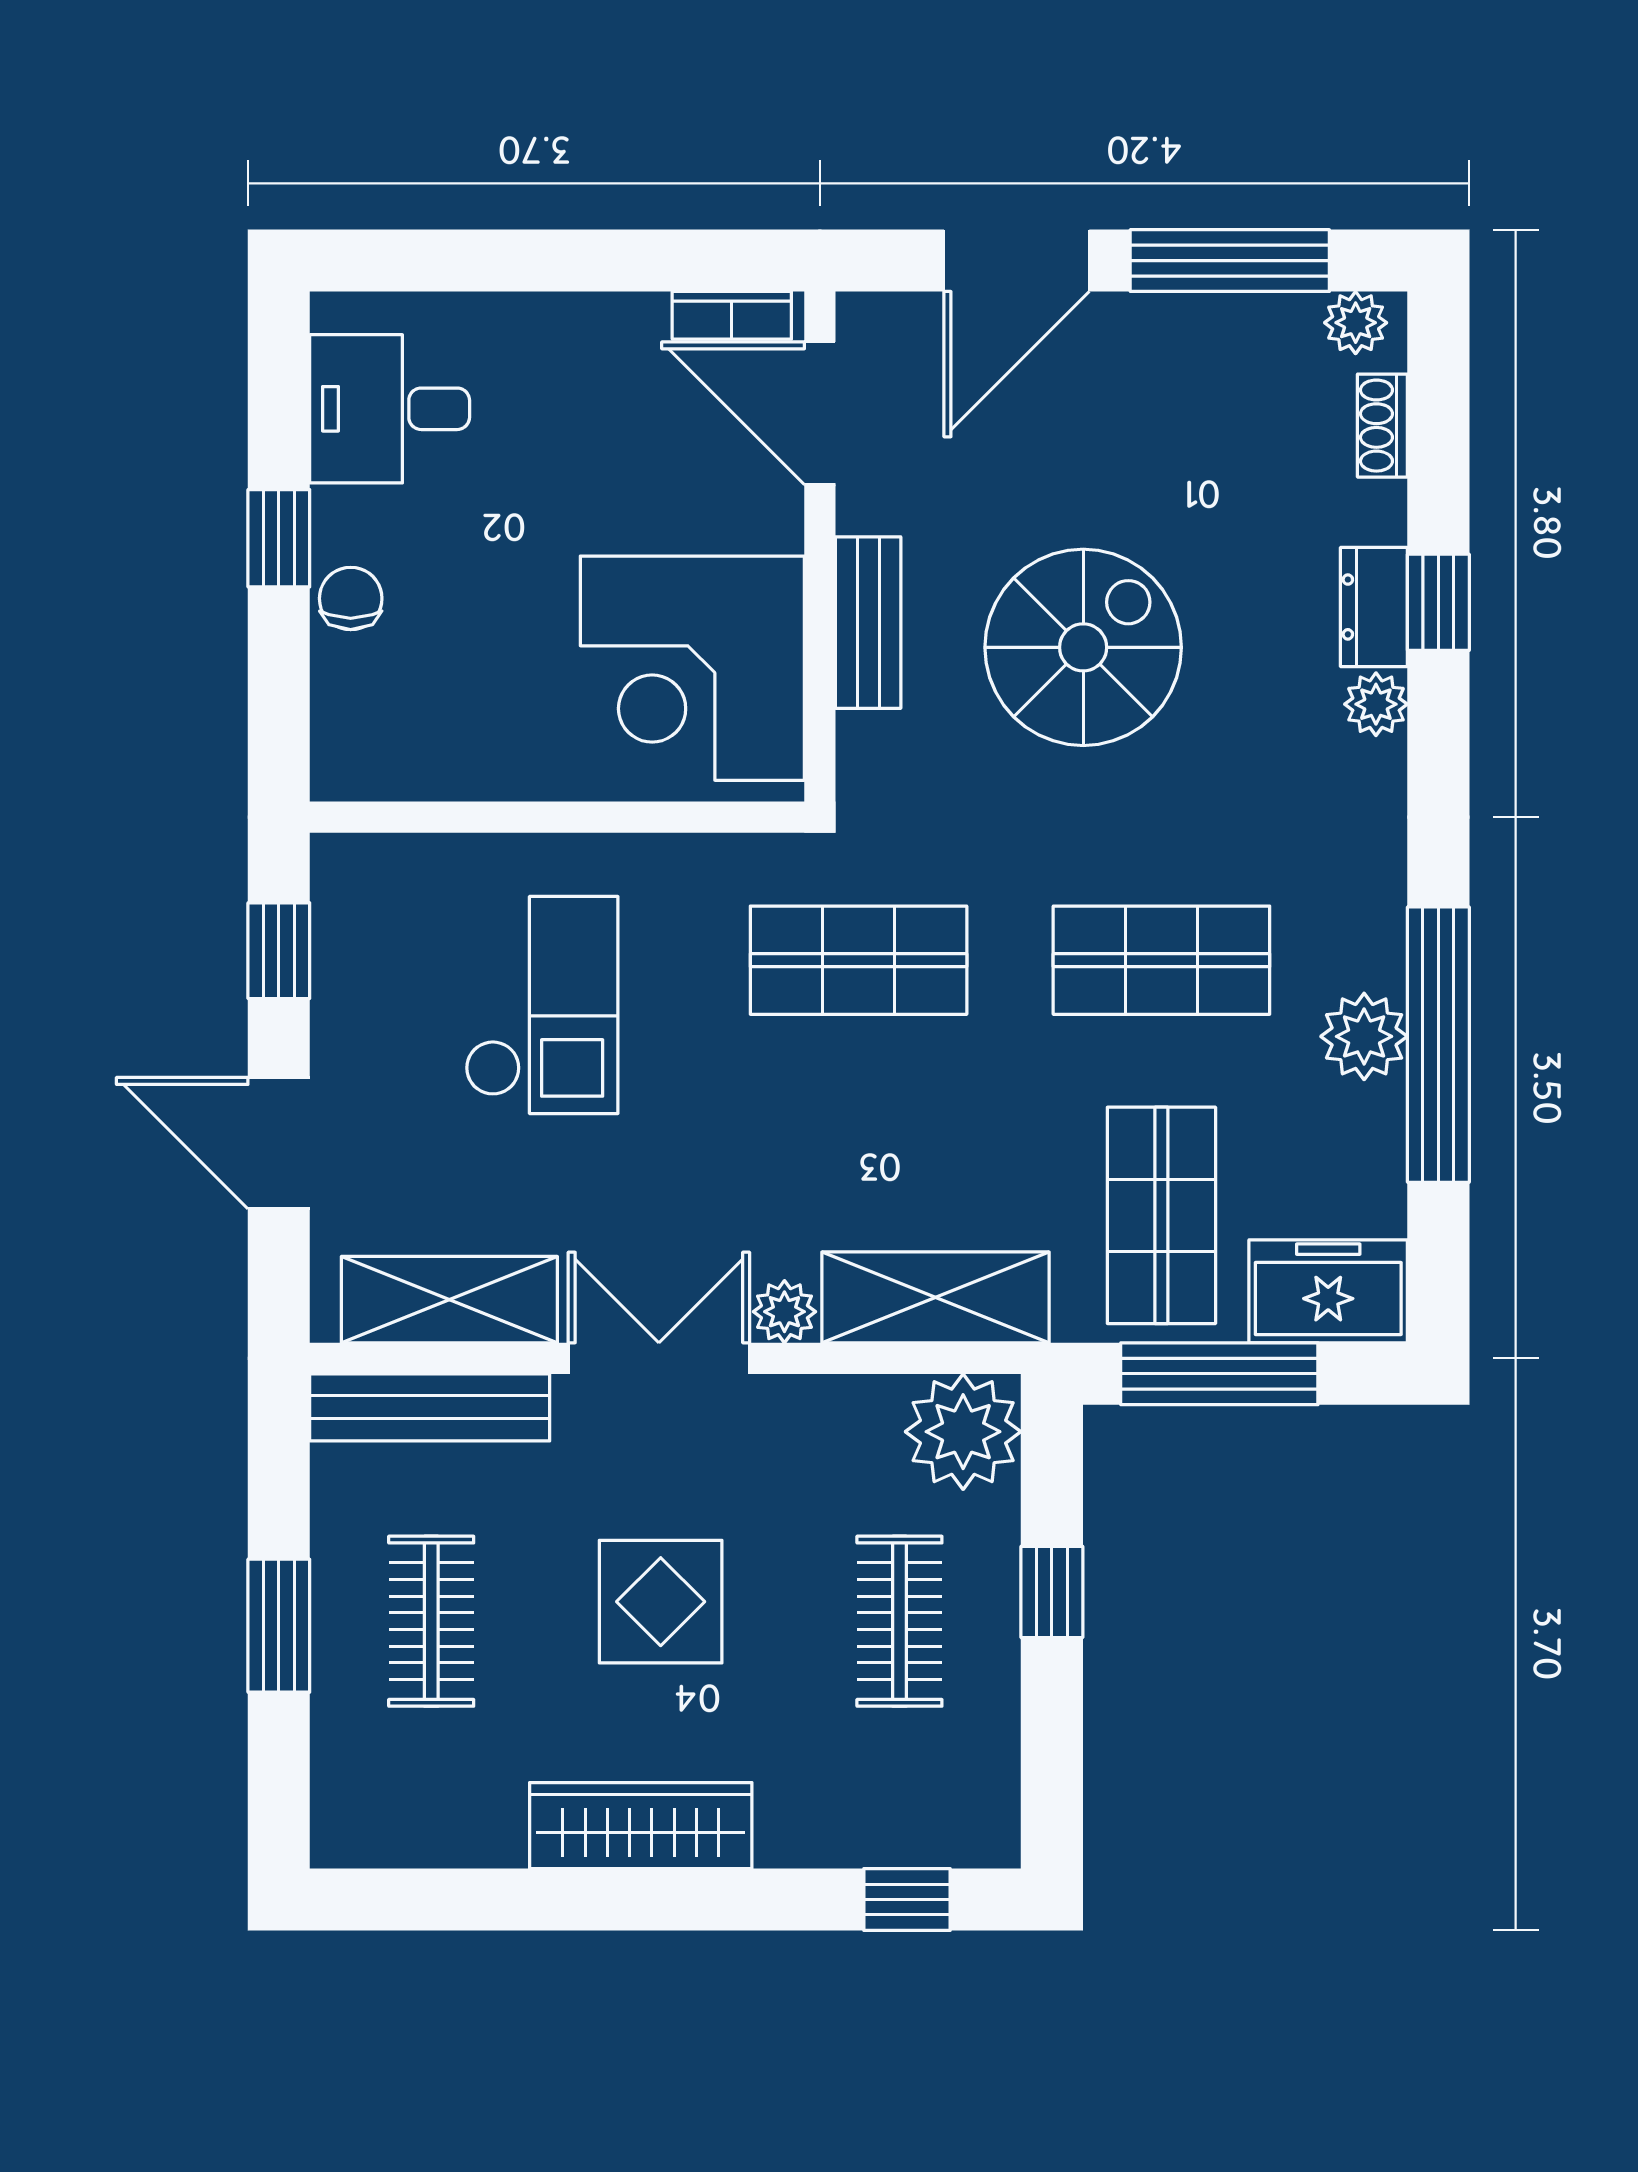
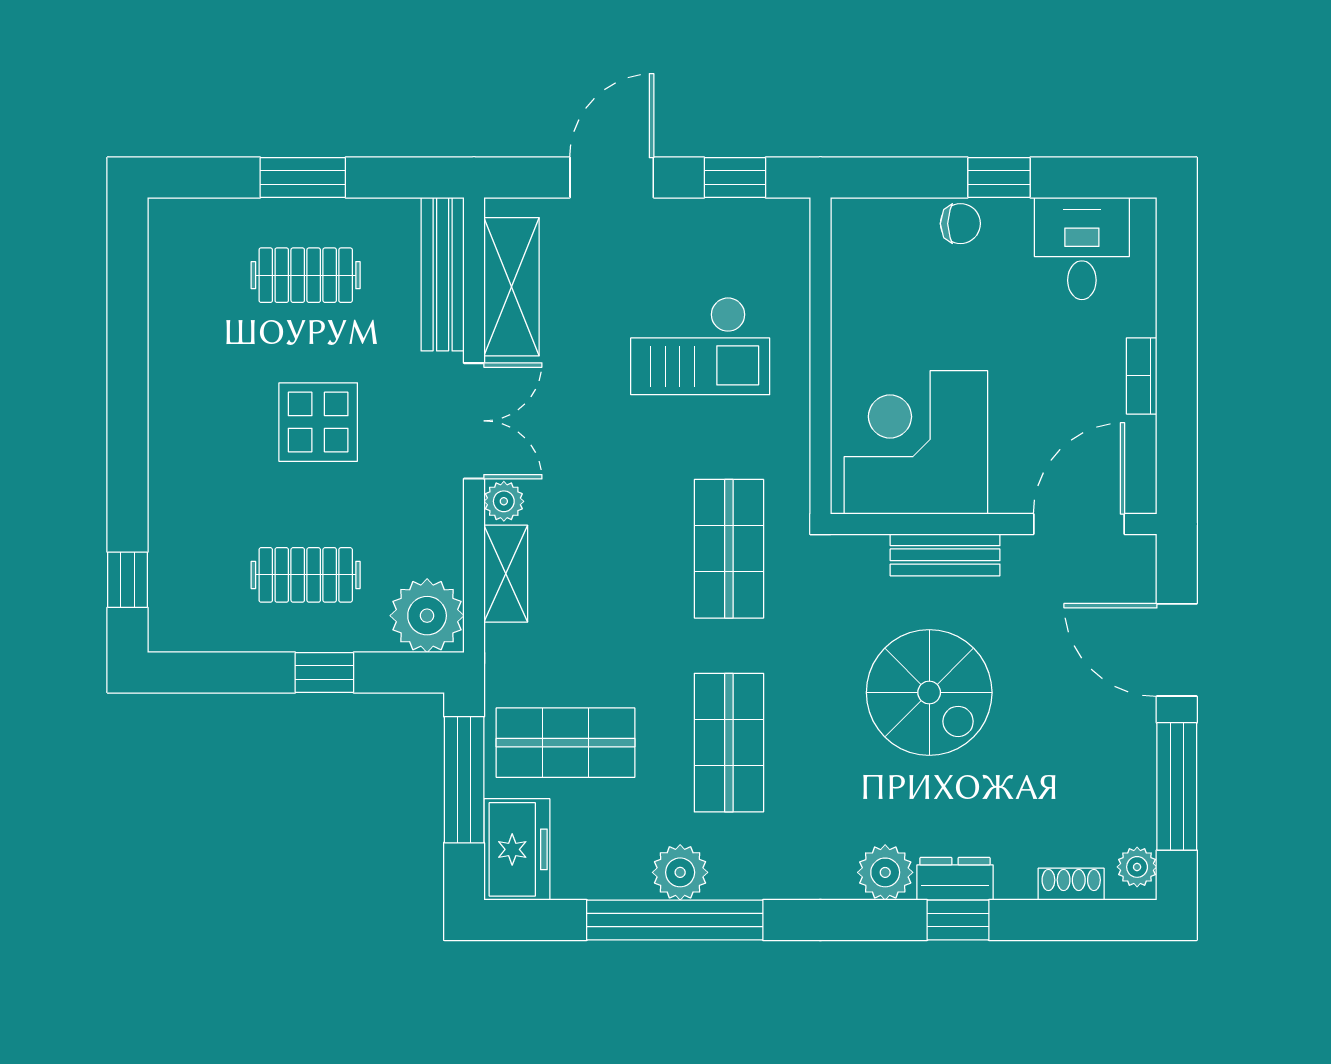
bookcase: (732, 315) -> (1142, 376), moved
plant: (1376, 704) -> (885, 872), width x1.38, depth x1.38
shelving: (935, 1297) -> (506, 574), width x0.67, depth x0.75
wardrobe: (641, 1826) -> (175, 409), removed

